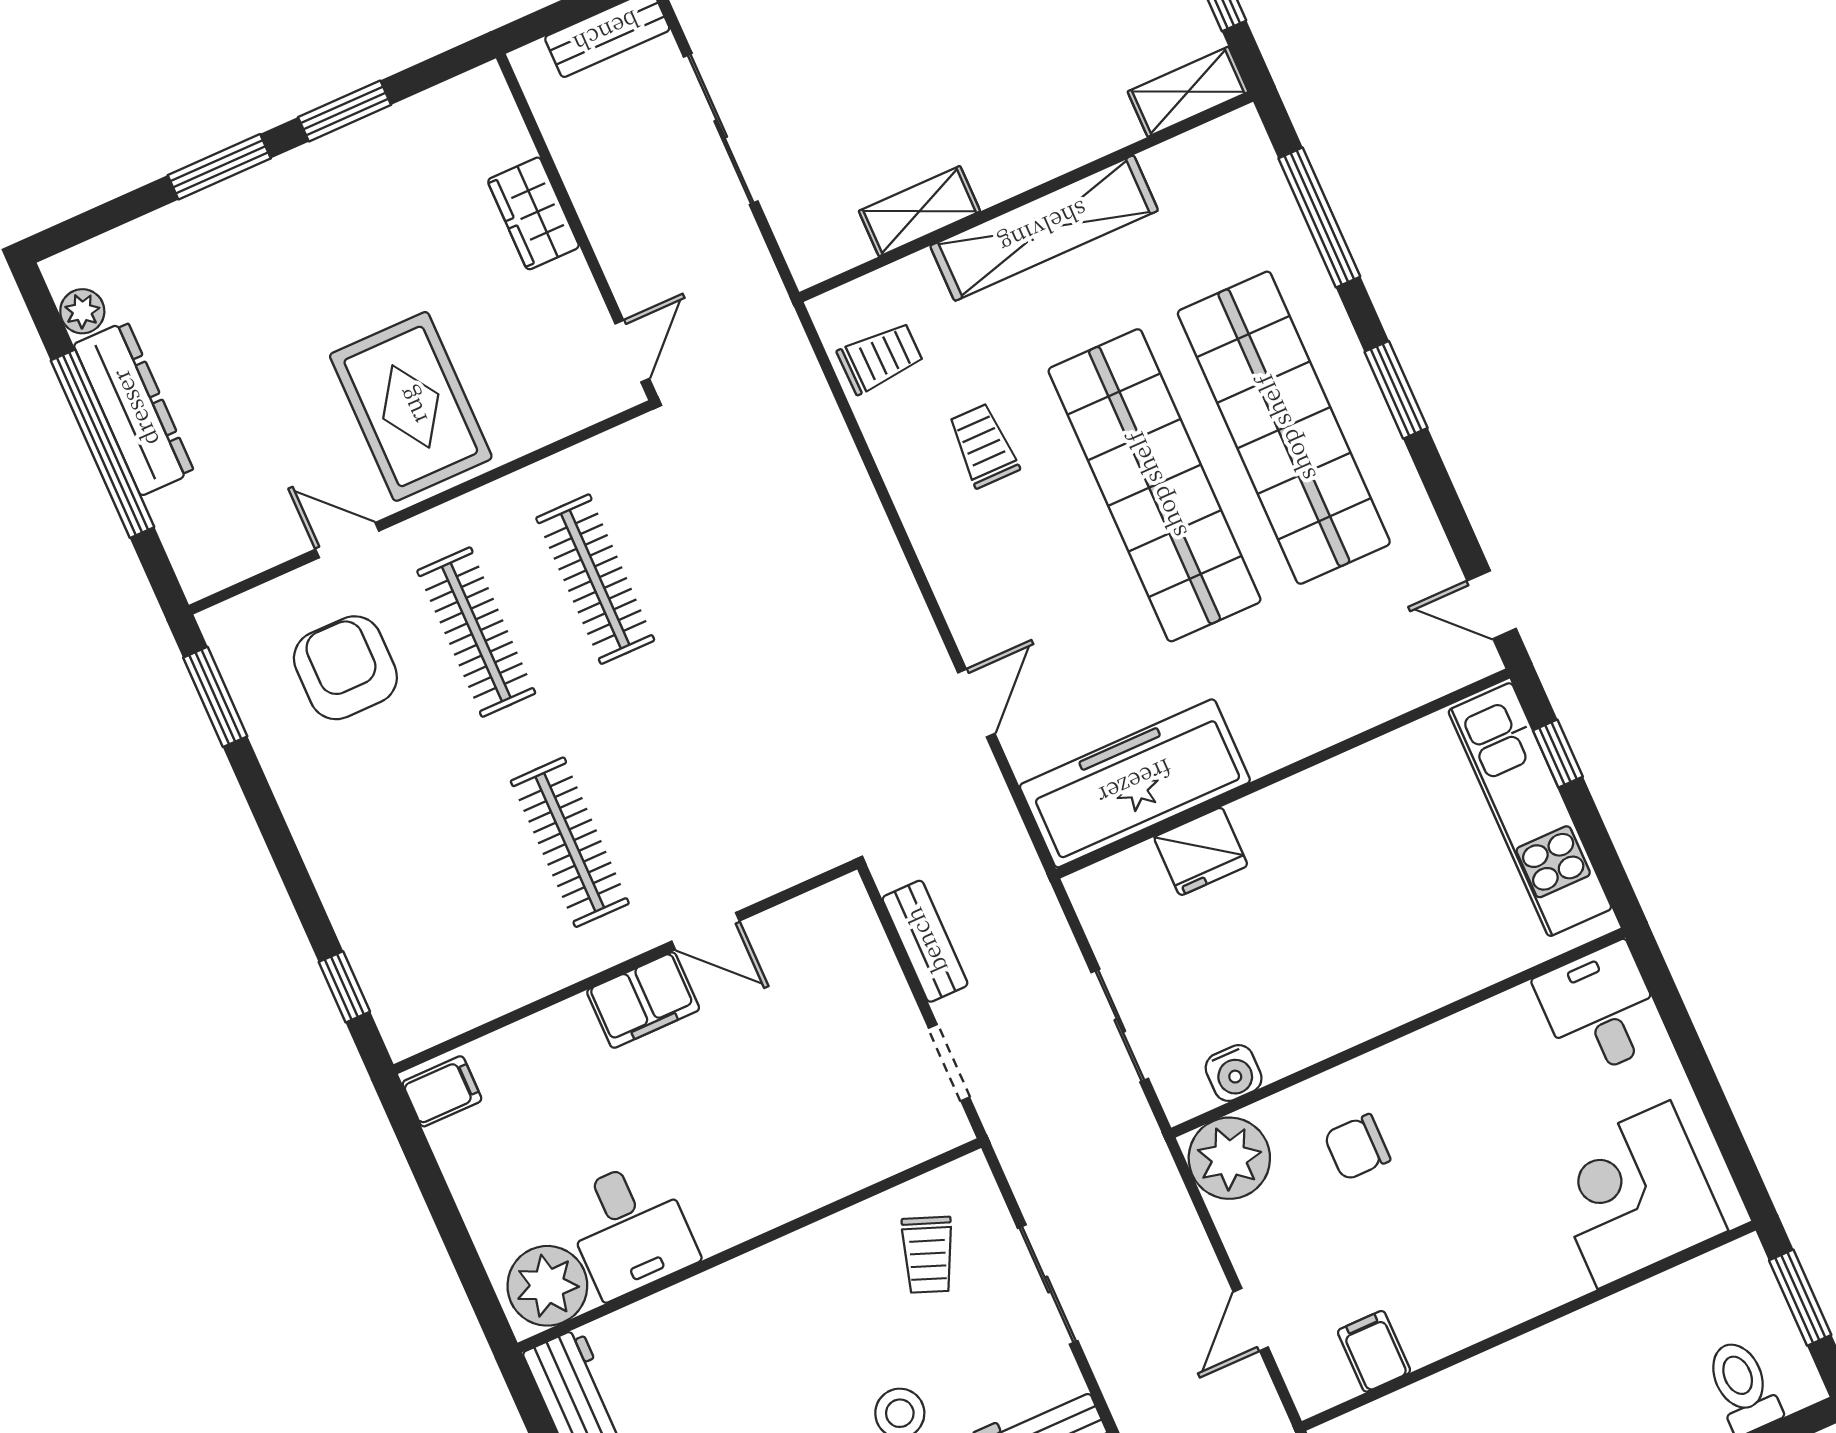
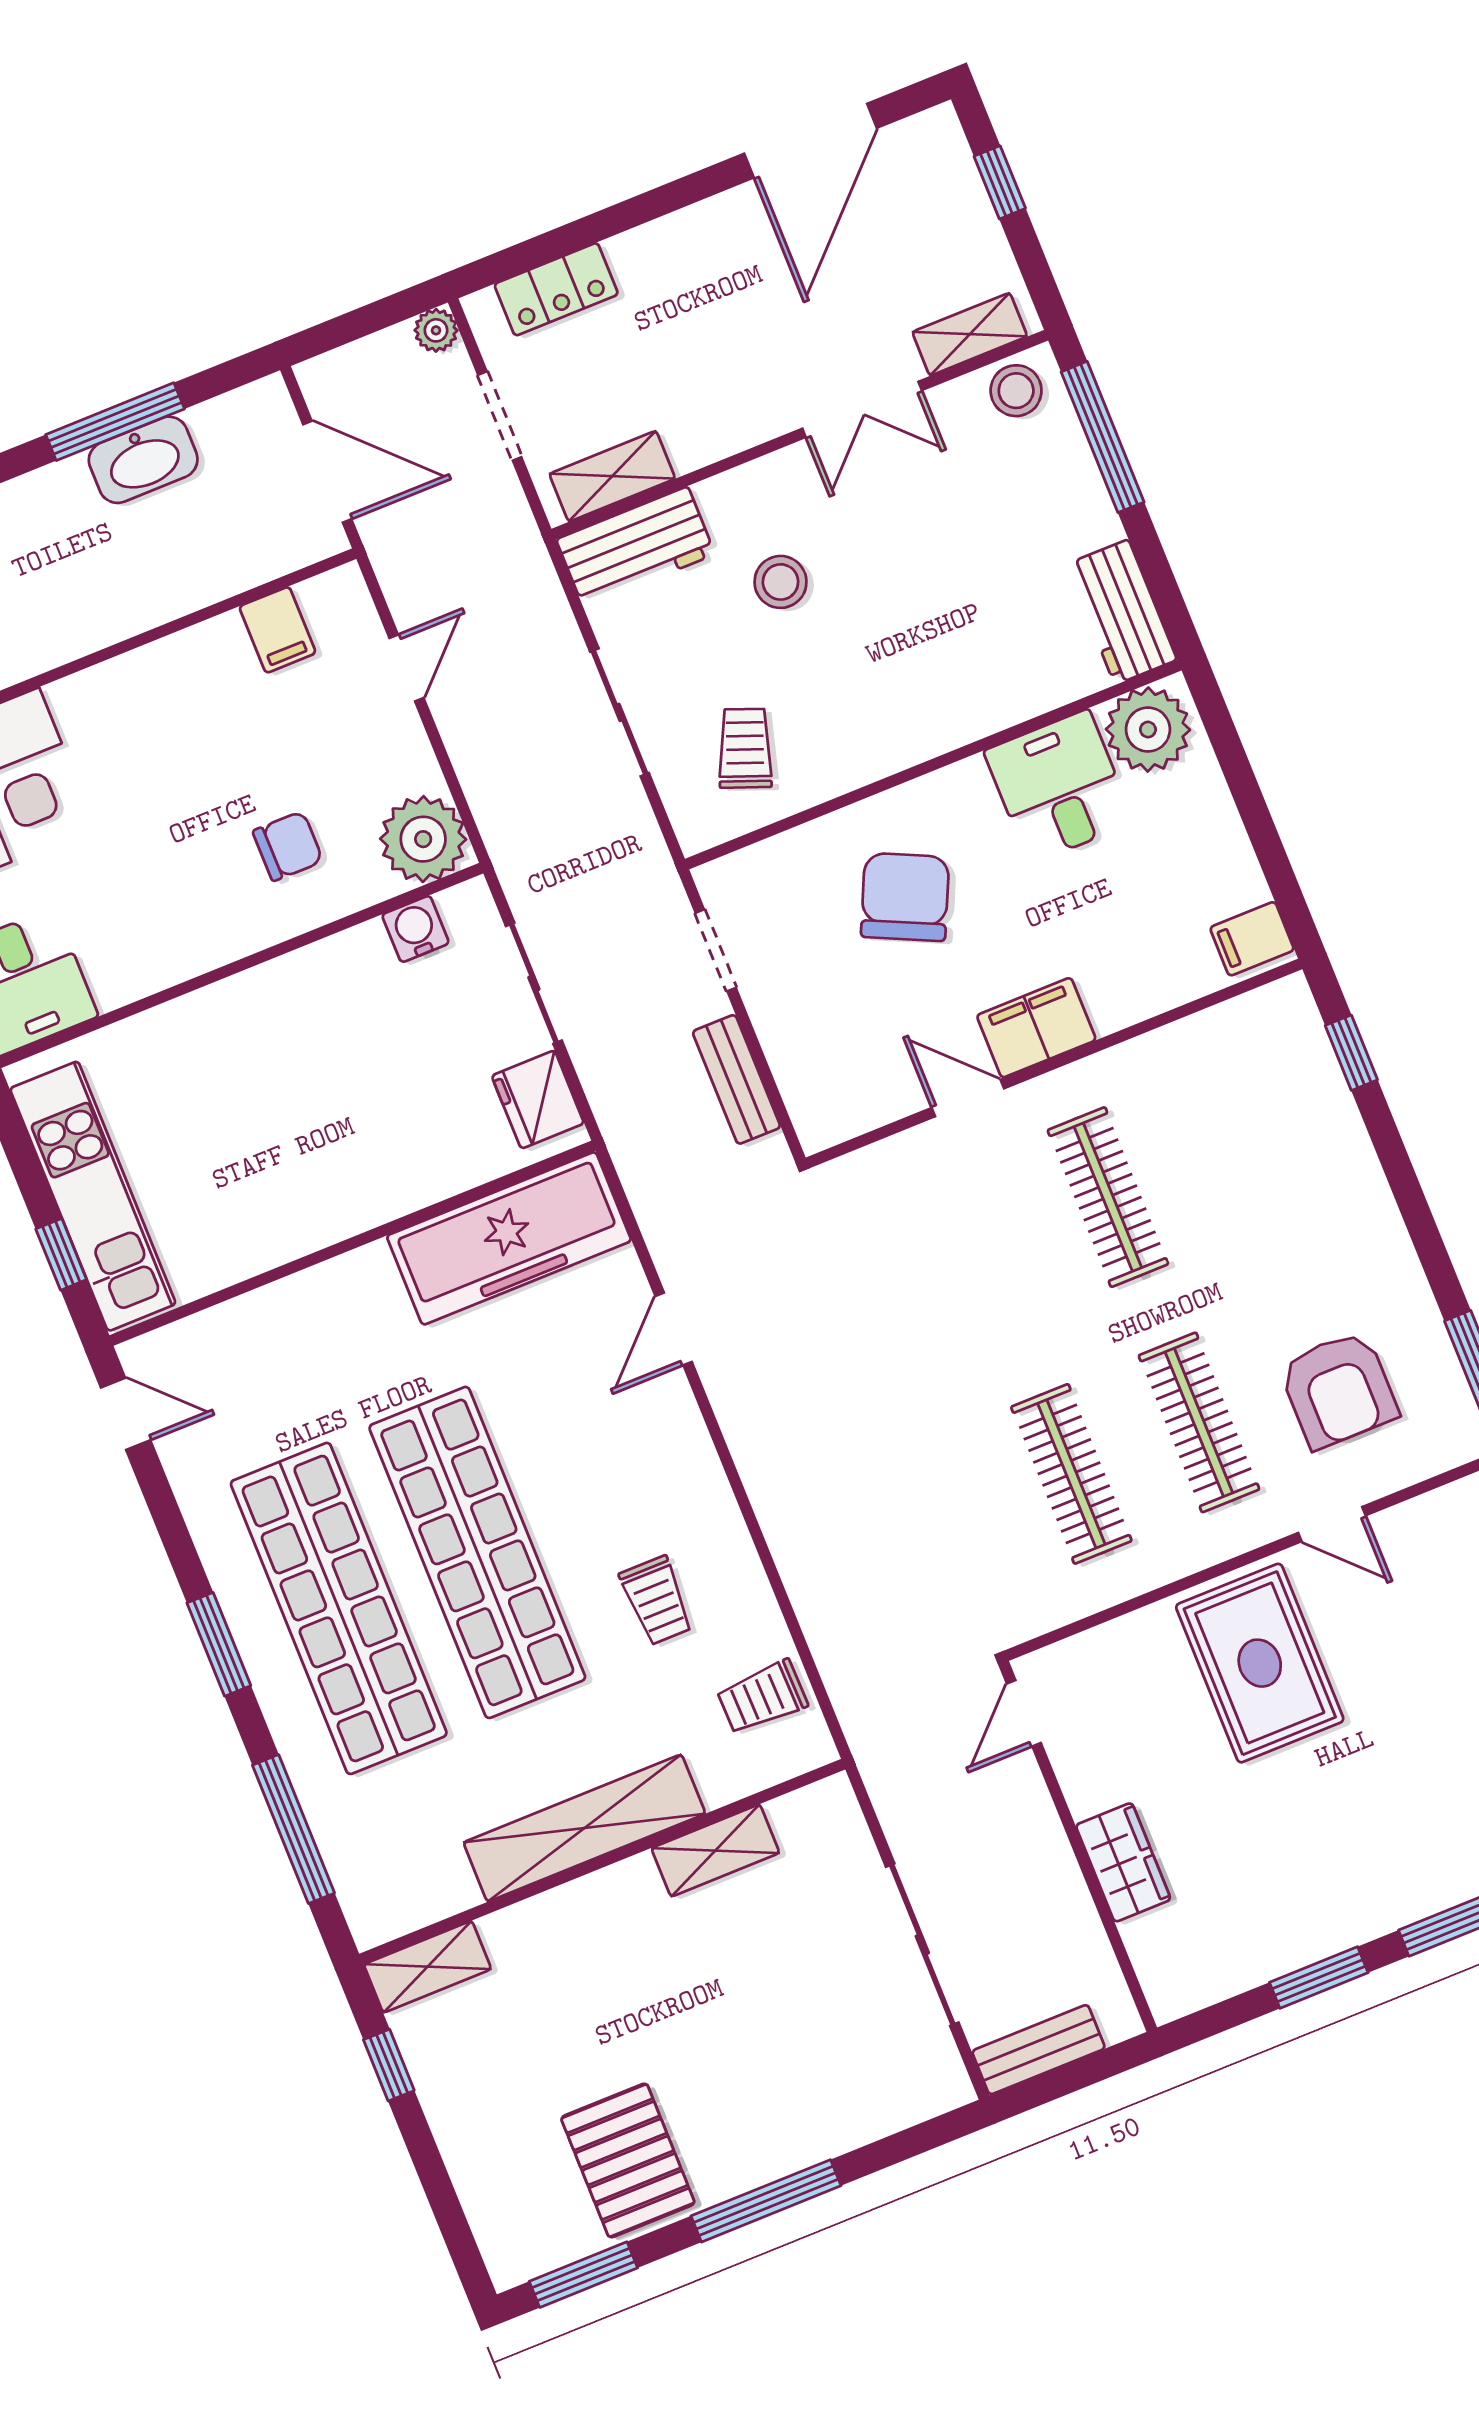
fridge: (1201, 851) -> (538, 1100), moved, turned -90
chair: (772, 1119) -> (905, 897), added

